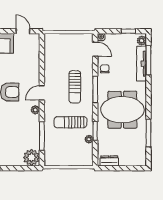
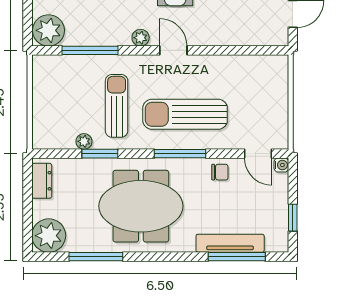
plant: (142, 41) -> (49, 236), moved, width x1.88, depth x1.88
door: (95, 49) -> (258, 154), hinge flipped
sun lounger: (75, 87) -> (185, 114), width x1.36, depth x1.34
meeting table: (122, 110) -> (141, 206), turned 90

